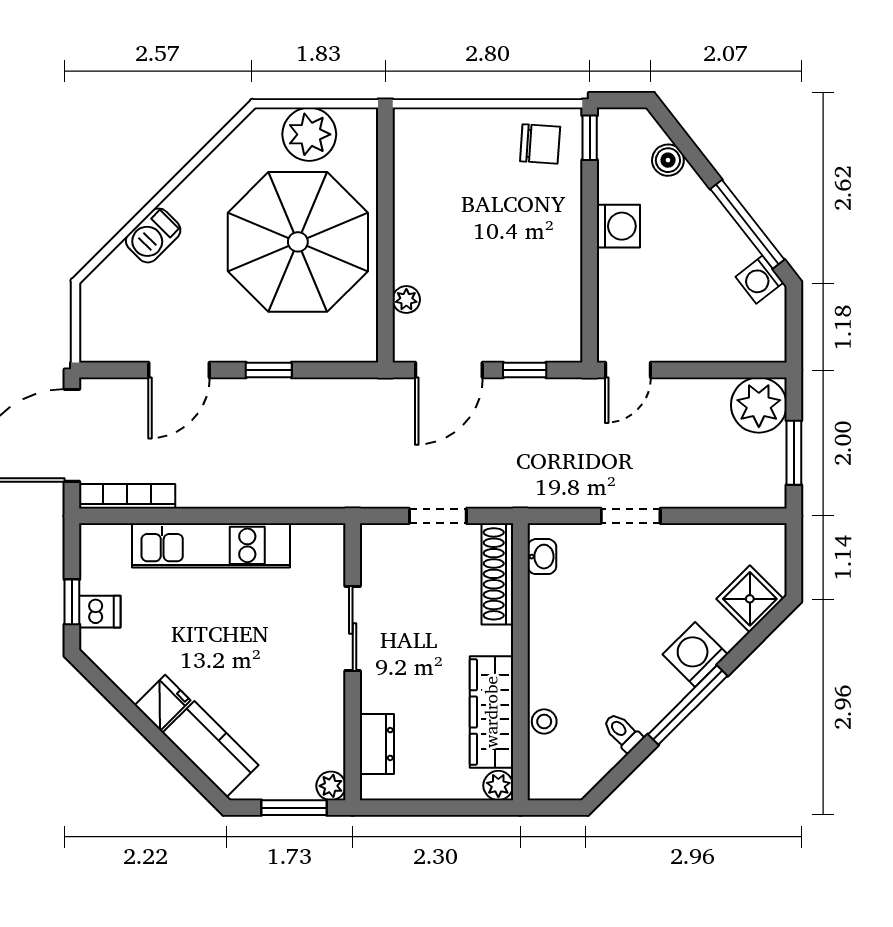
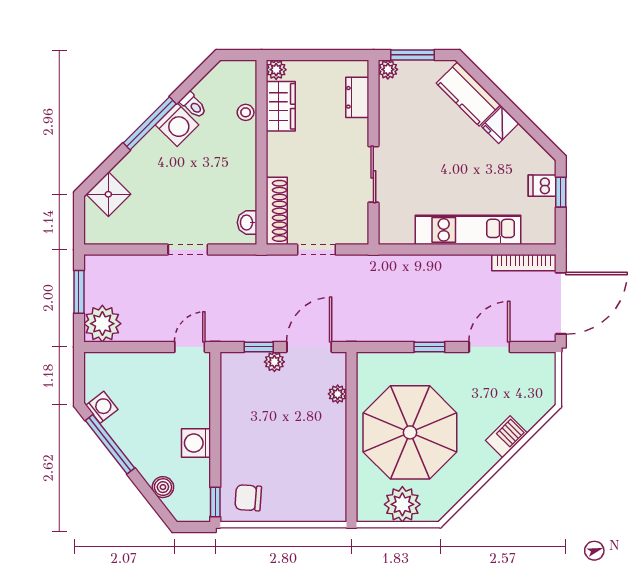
plant: (501, 348) -> (274, 362), added
washing machine: (695, 654) -> (177, 125), moved
wardrobe: (491, 712) -> (281, 106), width x0.67

